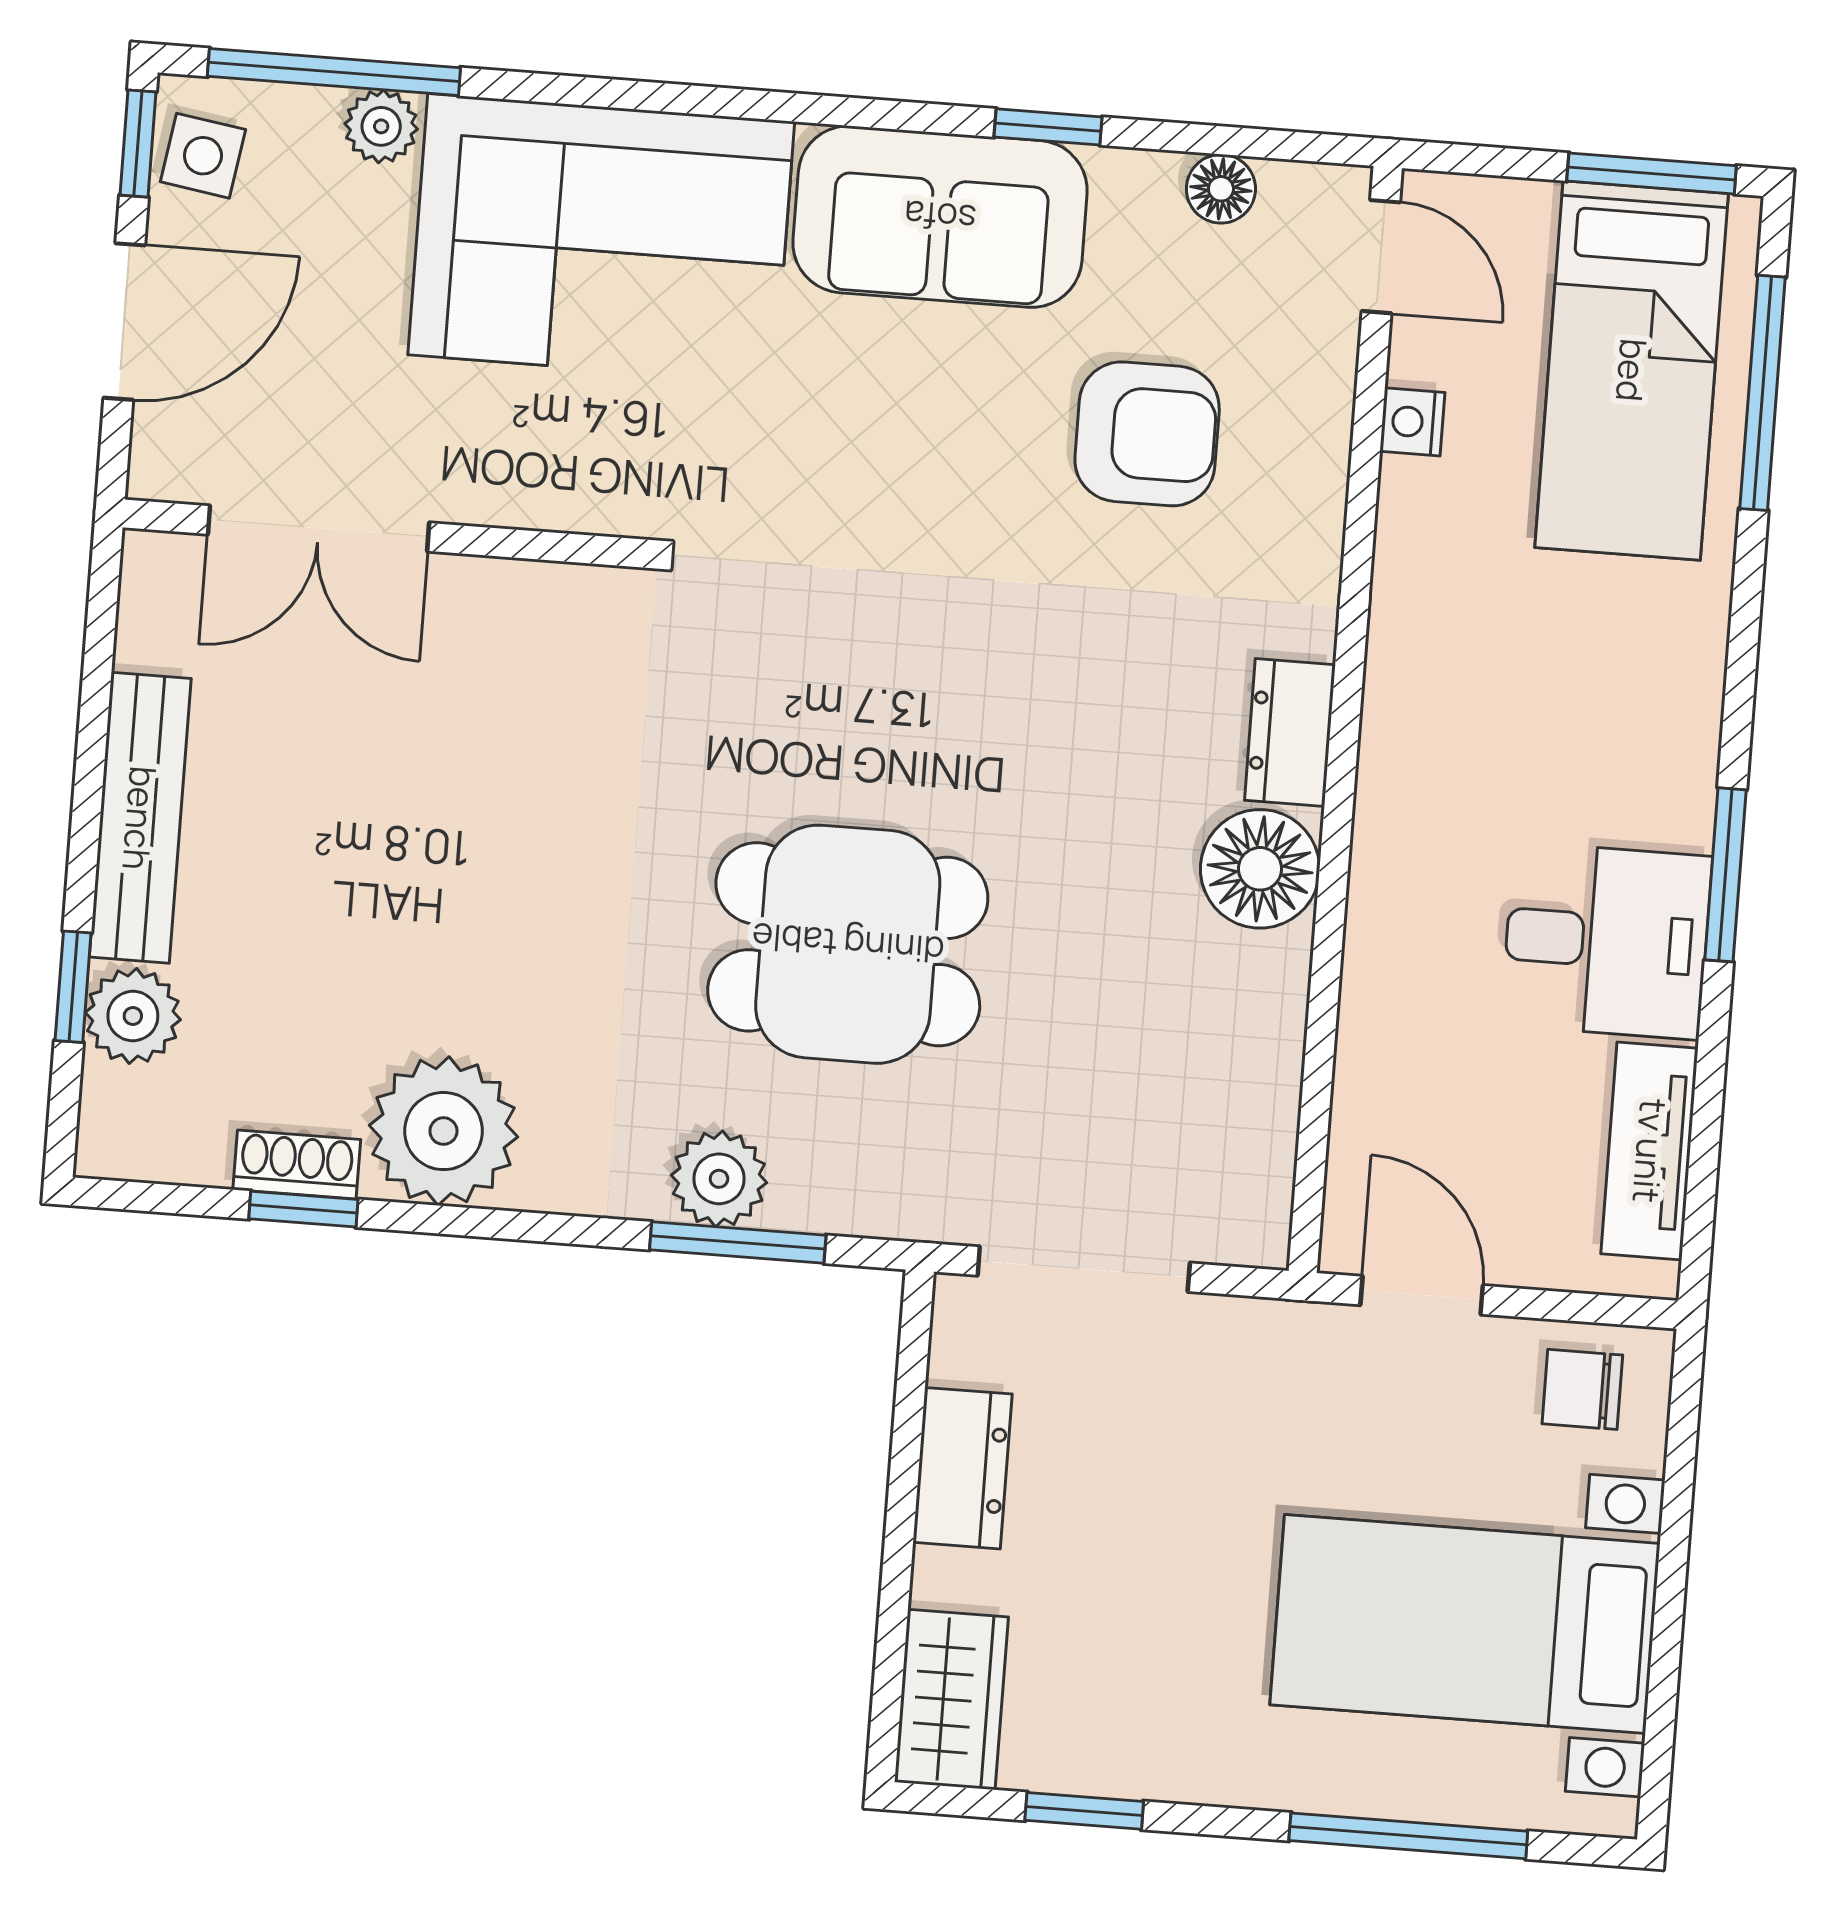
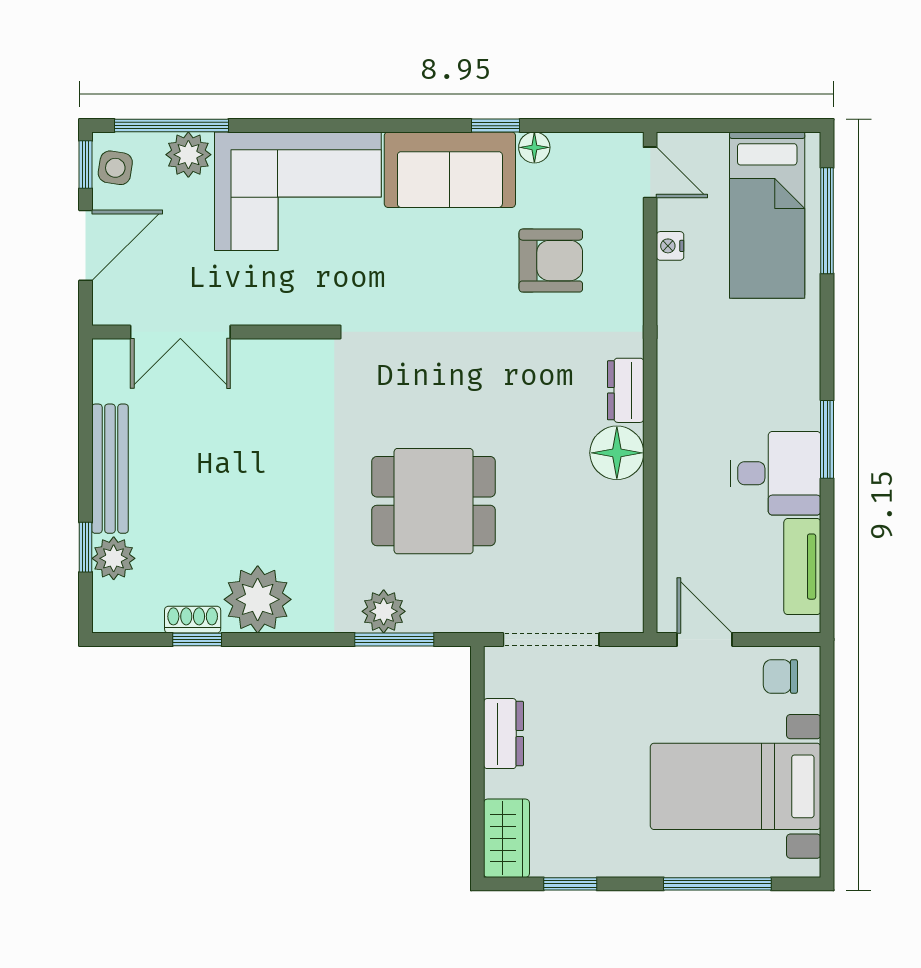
plant: (381, 126) -> (188, 155), width x1.38, depth x1.38
window: (1652, 173) -> (769, 126), removed
floor lamp: (1221, 189) -> (534, 147), moved

